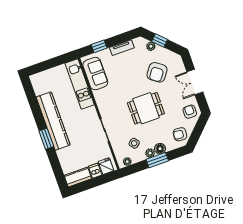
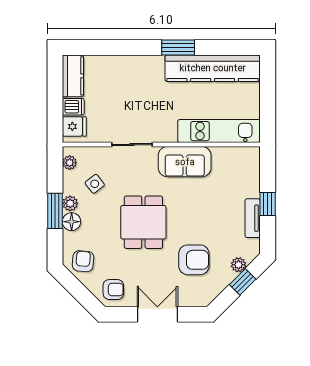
window: (99, 46) -> (268, 204), moved
armchair: (157, 72) -> (194, 260), turned 144
sofa: (95, 74) -> (185, 162), moved
kitchen counter: (53, 121) -> (213, 68), moved
window: (46, 139) -> (178, 48), moved

